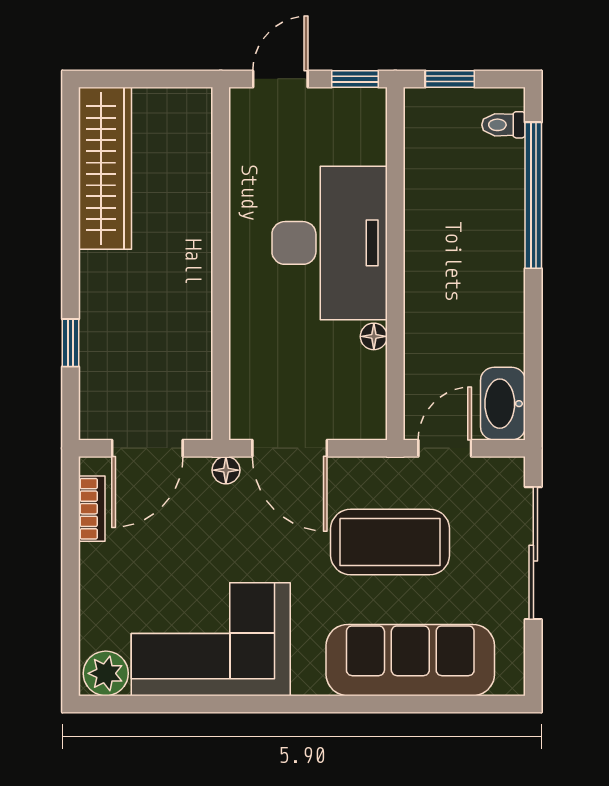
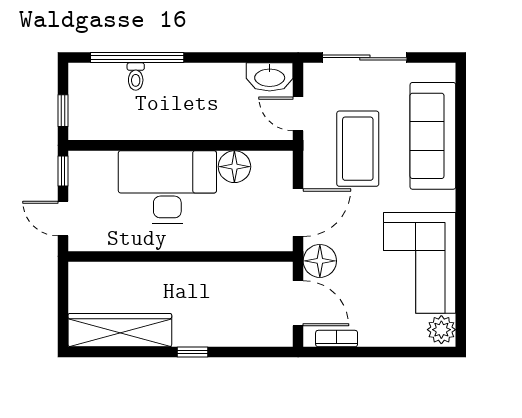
toilet: (503, 125) -> (136, 77), moved
floor lamp: (374, 336) -> (234, 167), width x1.89, depth x1.89
window: (71, 343) -> (193, 352), moved
floor lamp: (226, 470) -> (320, 261), width x1.89, depth x1.89

